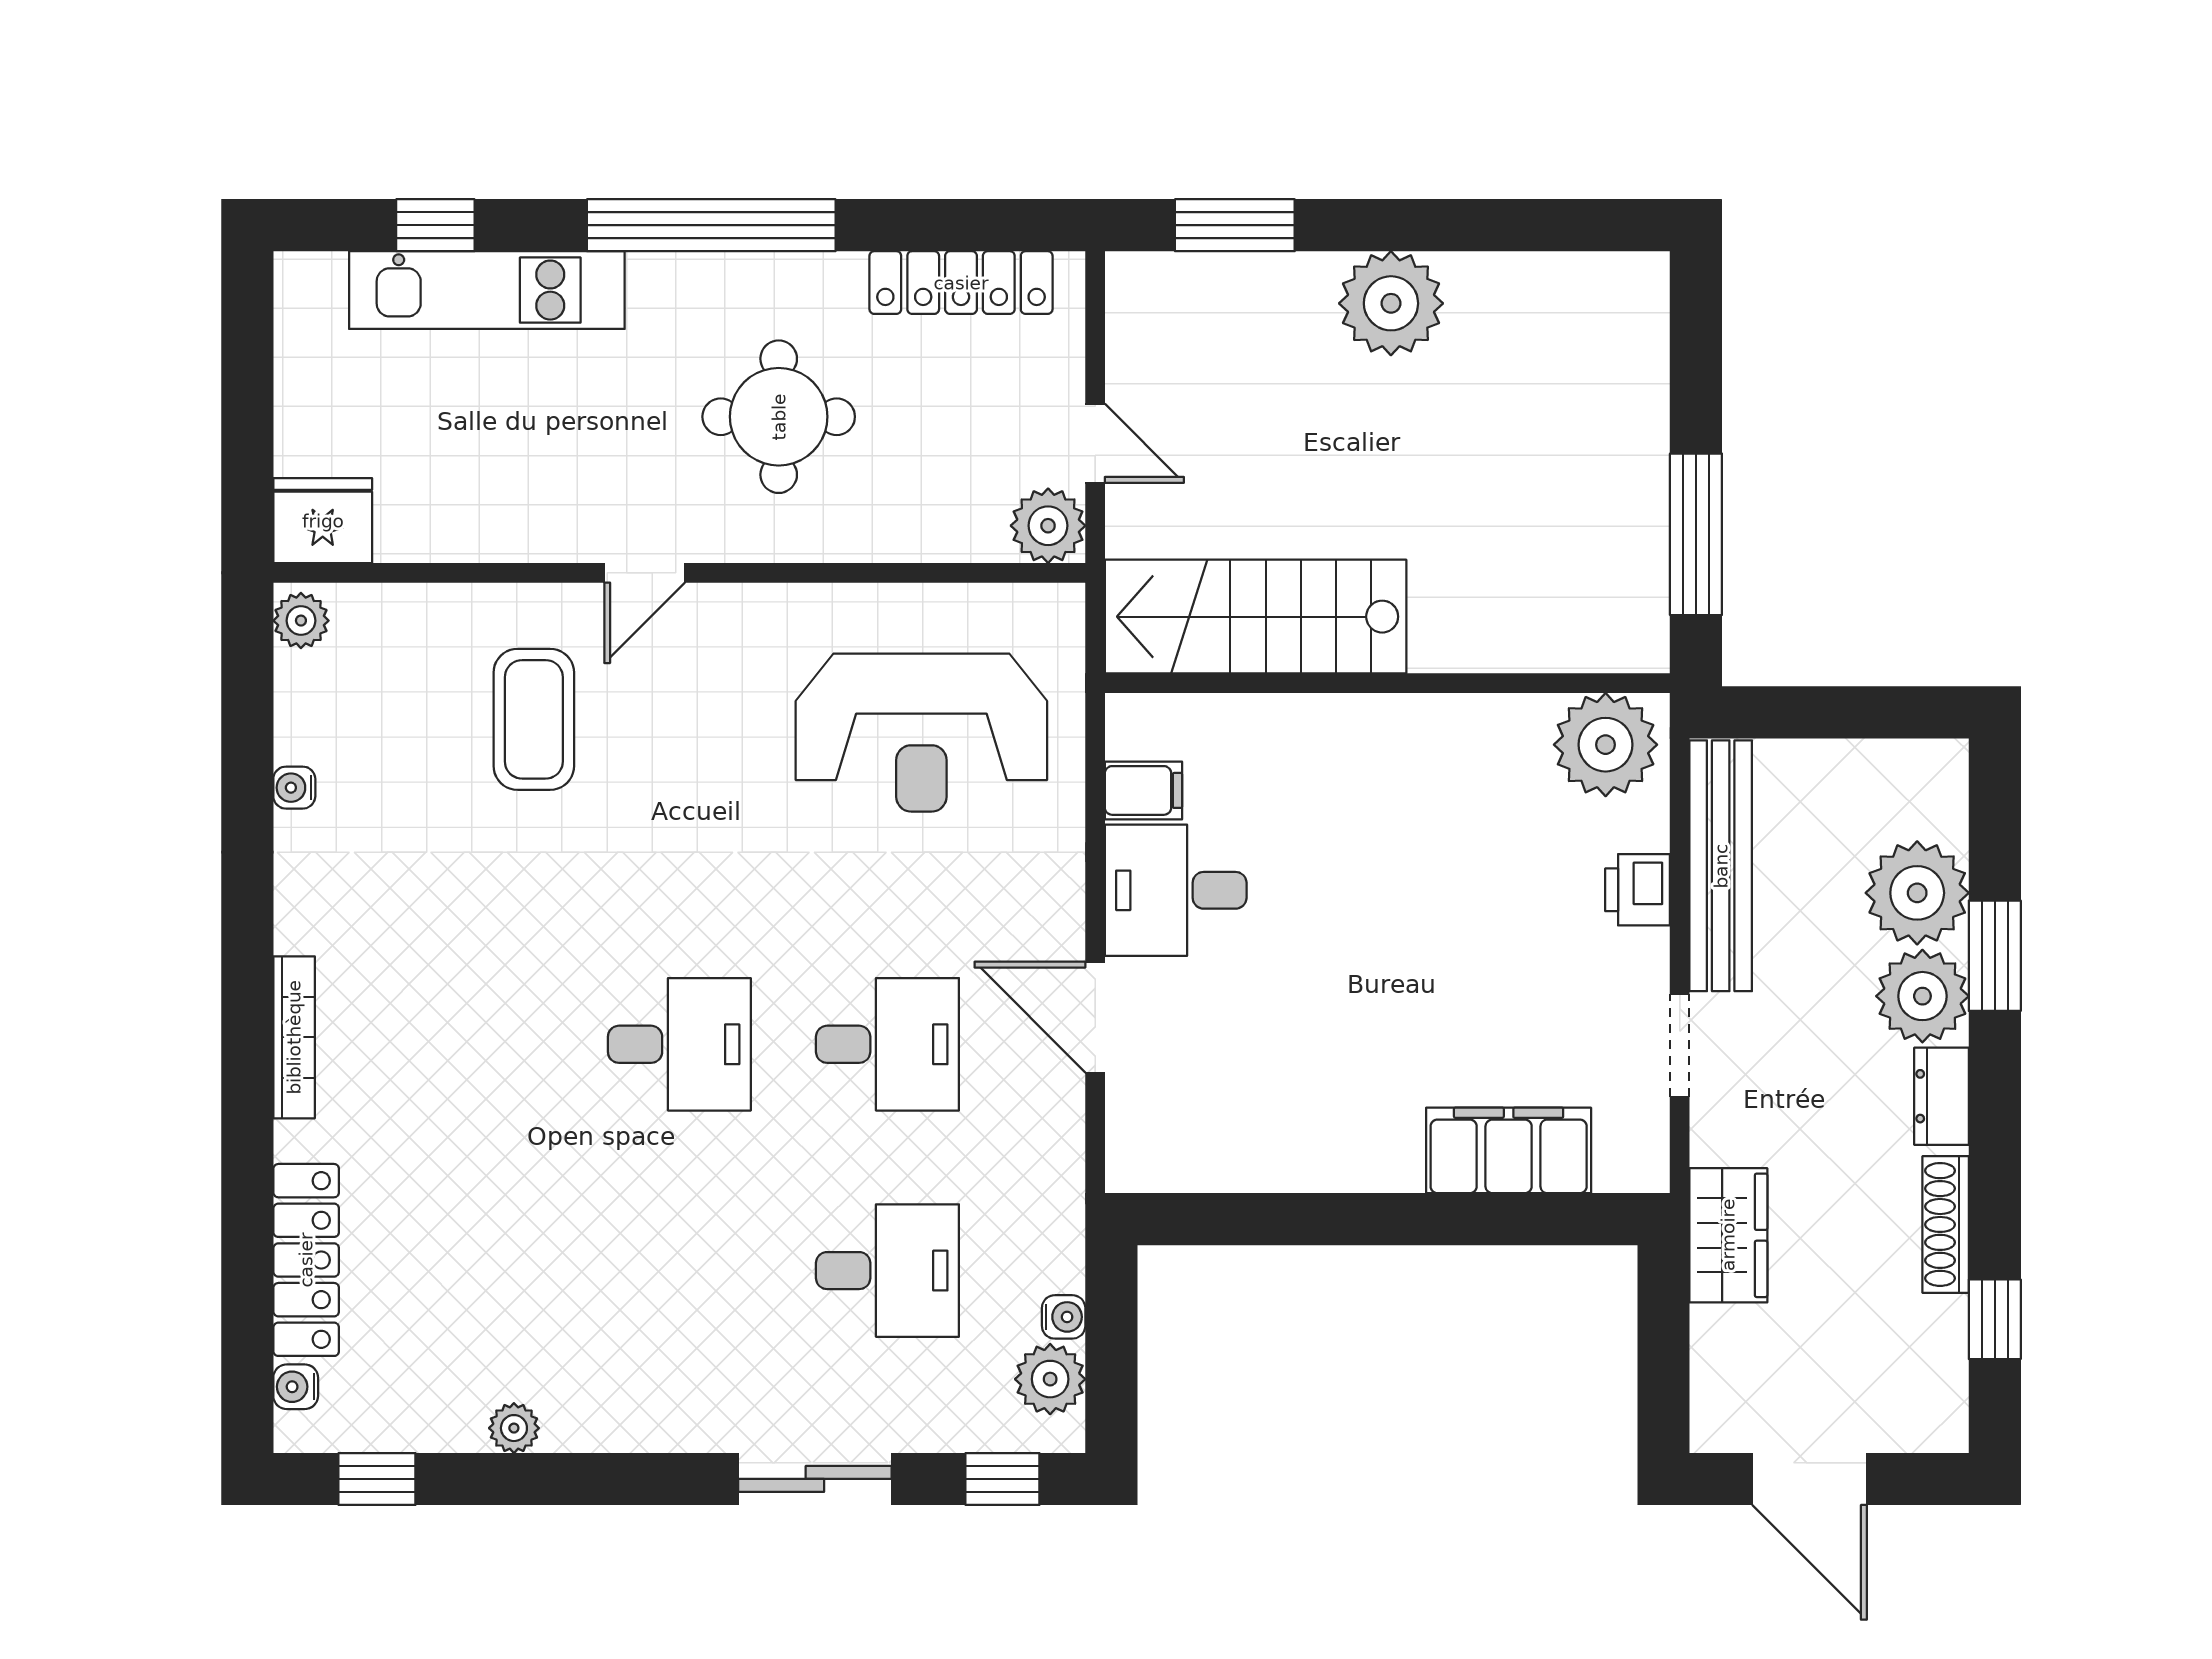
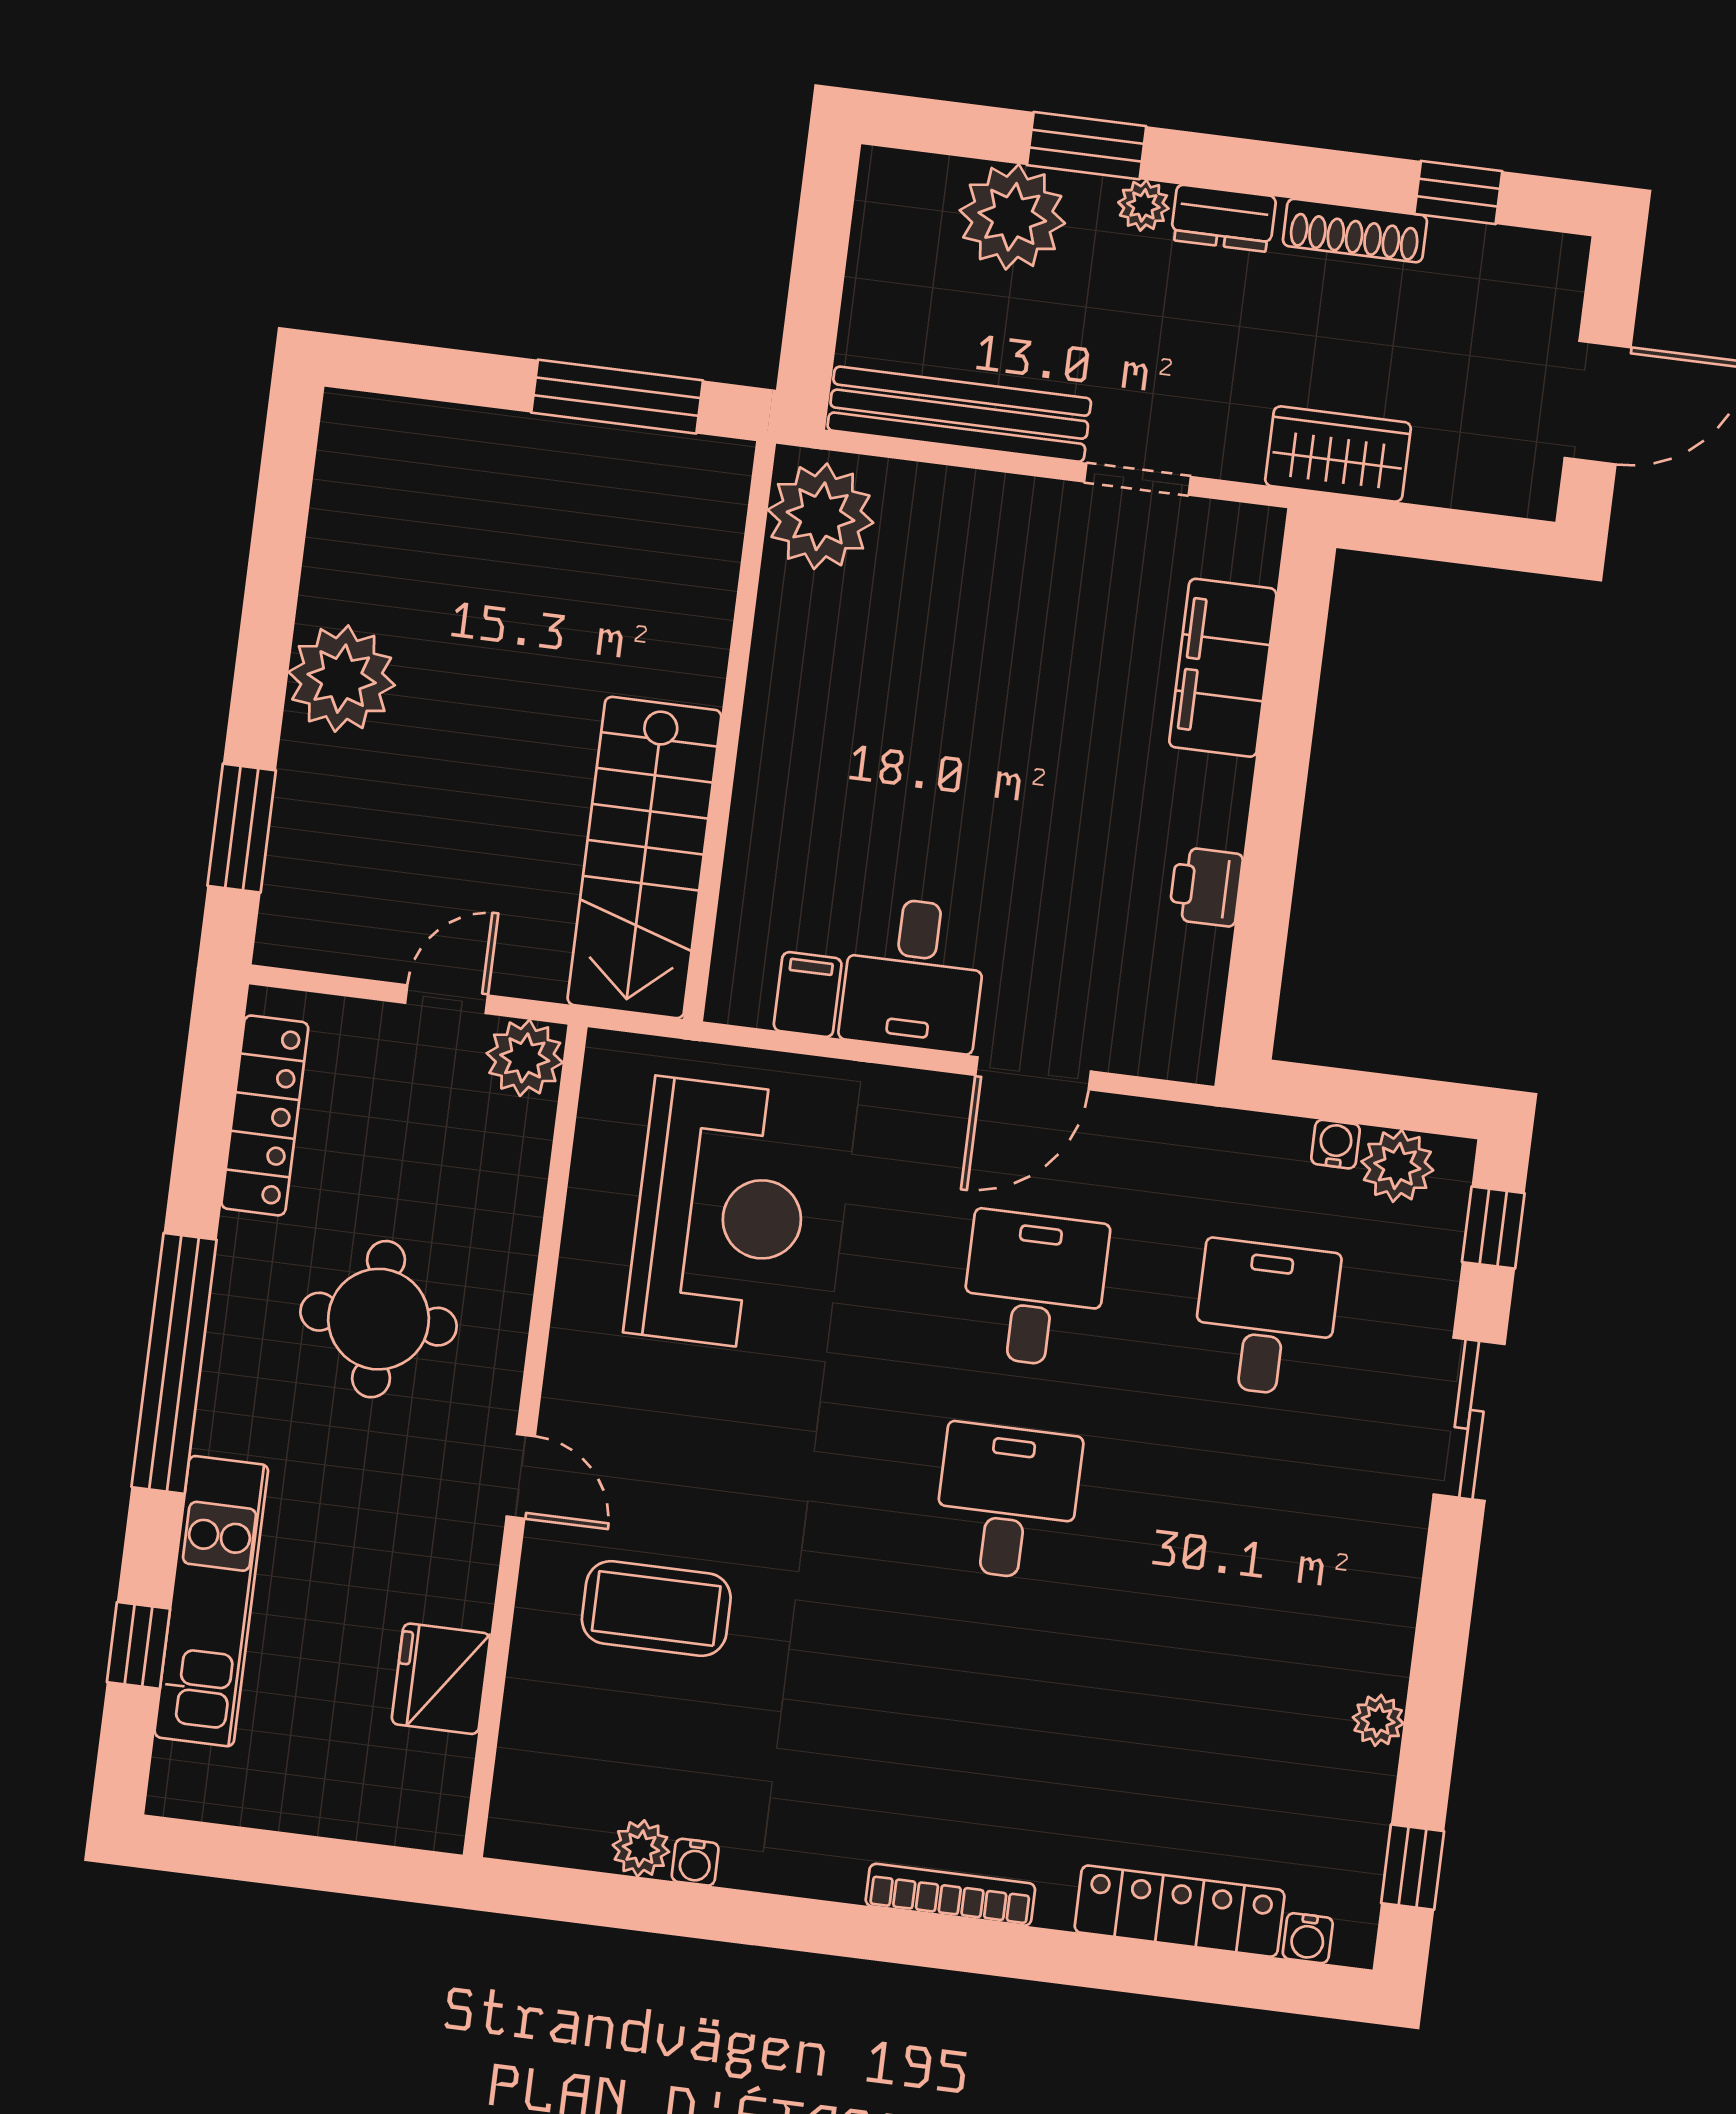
fridge: (323, 521) -> (441, 1679), moved
plant: (301, 621) -> (641, 1848), moved
printer: (1638, 890) -> (1206, 887), moved, turned 90
plant: (1922, 996) -> (1143, 205), width x0.53, depth x0.53

